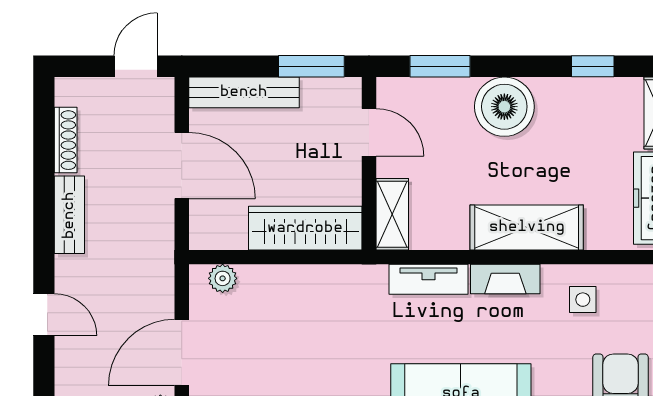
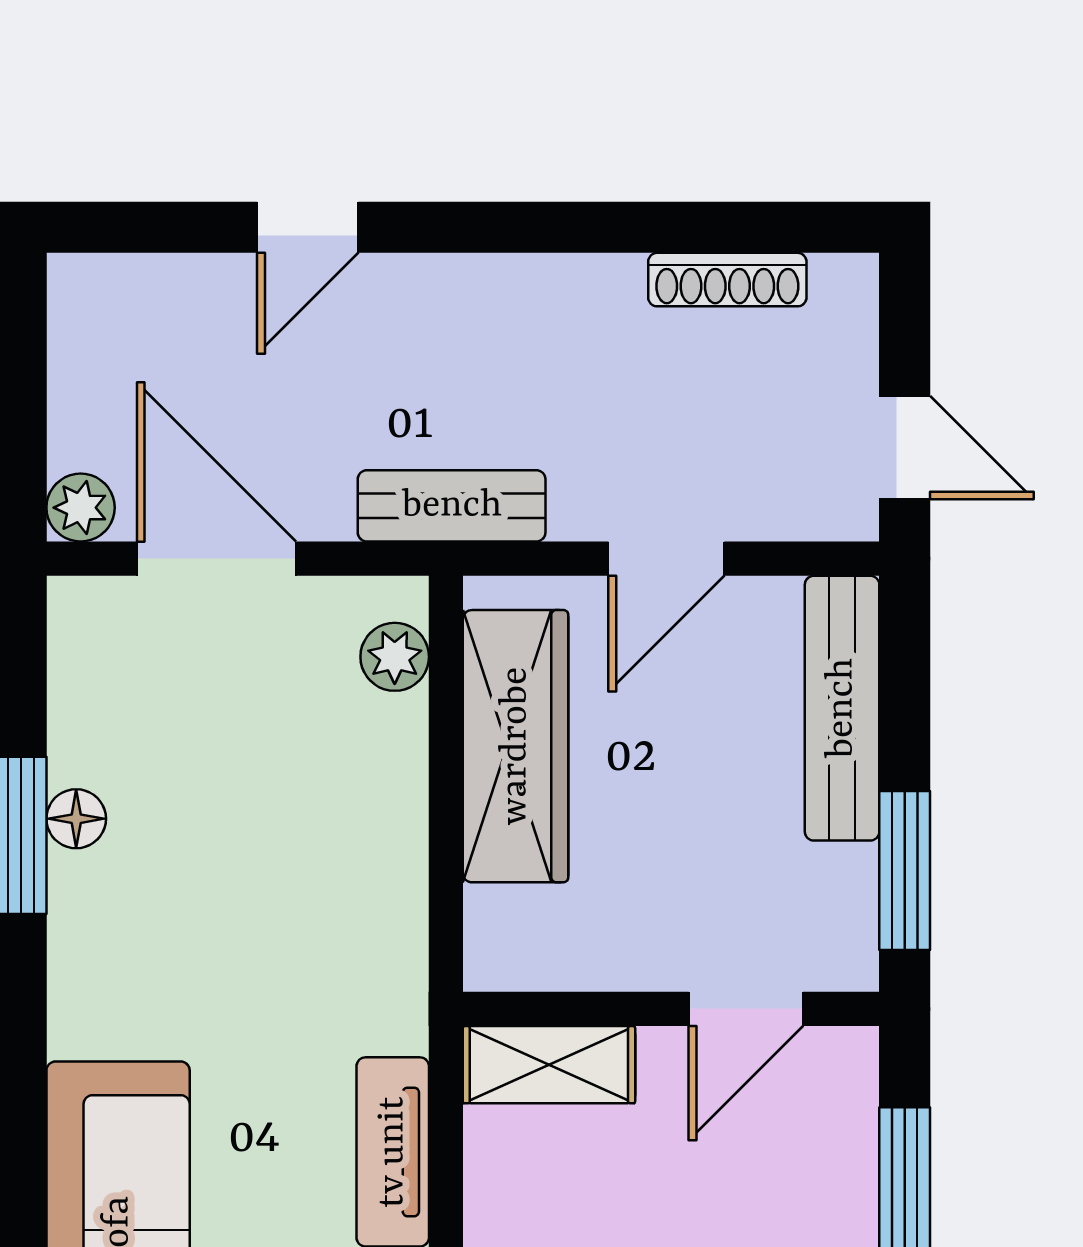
door: (182, 165) -> (666, 559), width x0.73
bench: (69, 215) -> (452, 506), moved
wardrobe: (305, 228) -> (516, 746), moved

